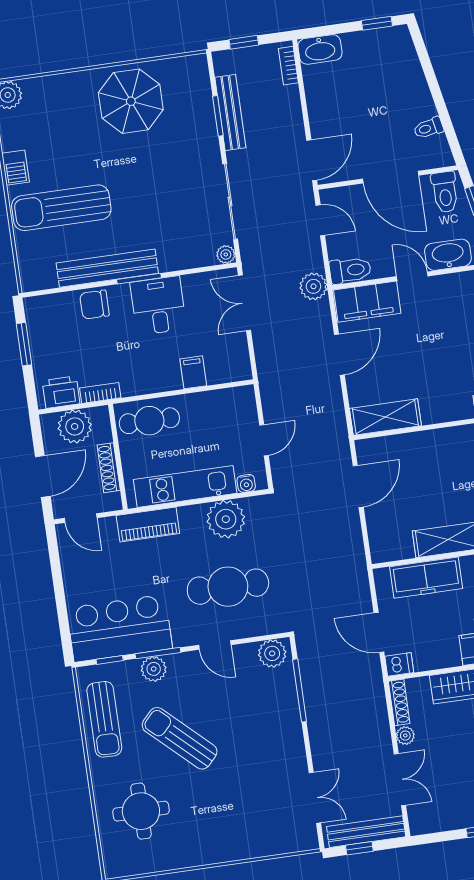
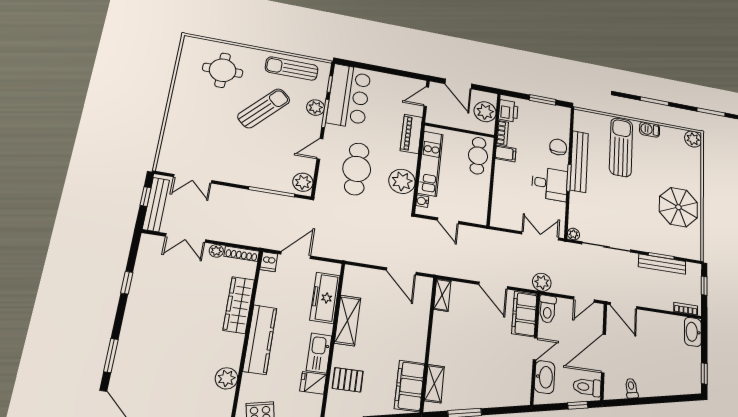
filing cabinet: (193, 372) -> (506, 154), moved
shelving: (385, 417) -> (442, 295), width x0.67, depth x0.75
shoe rack: (109, 468) -> (454, 123), removed

